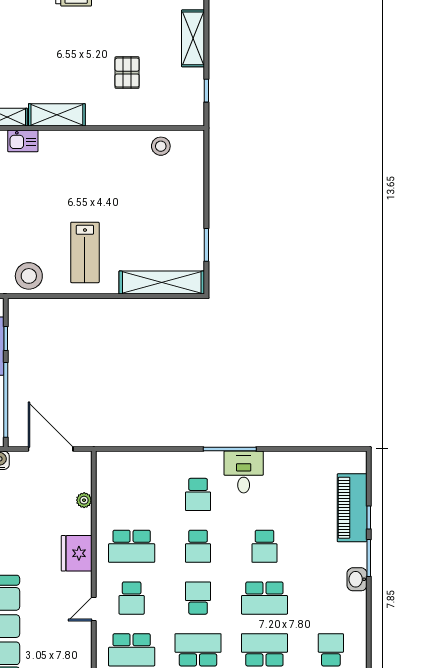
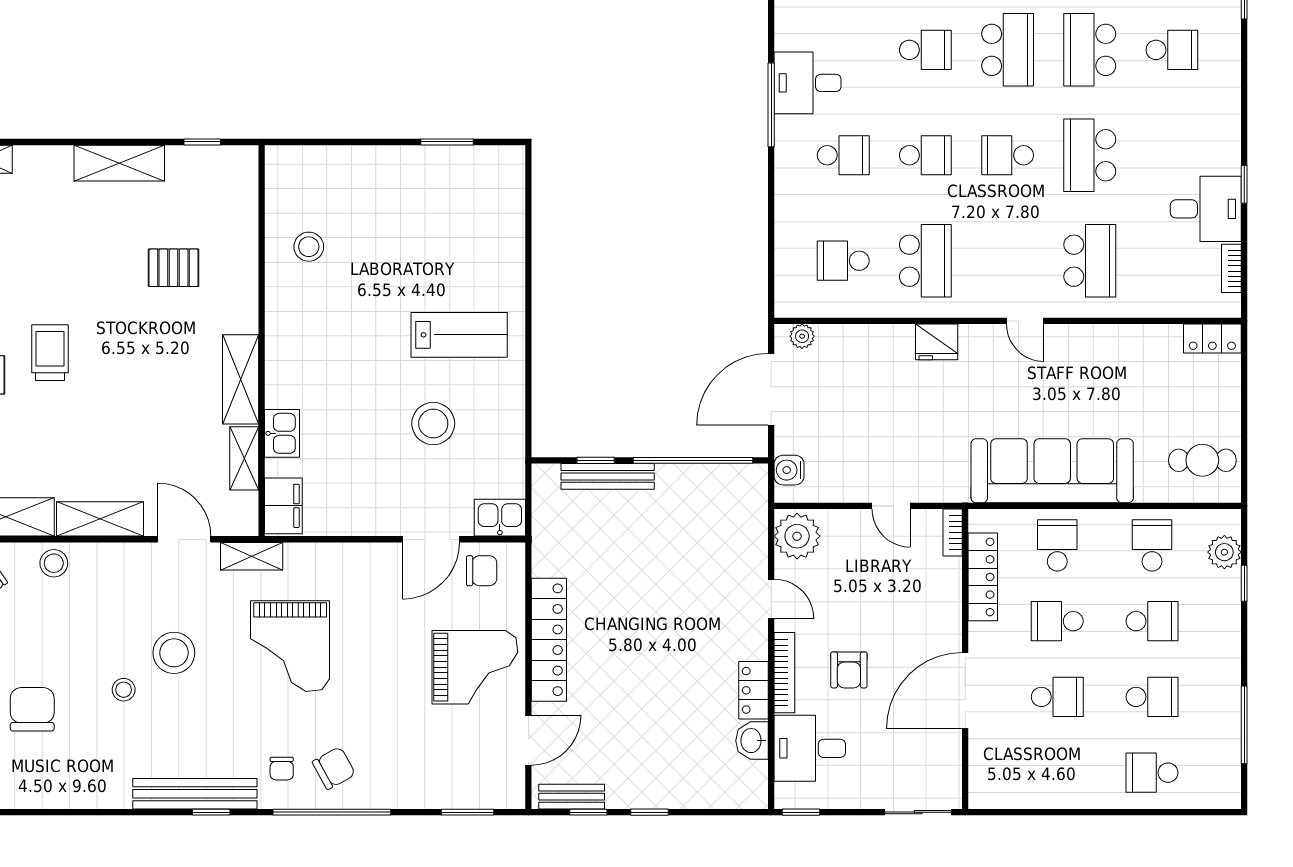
stool: (161, 146) -> (309, 247), moved
stool: (29, 276) -> (433, 424), moved
shelving: (162, 283) -> (507, 213), removed
plant: (84, 500) -> (802, 336), moved
fridge: (77, 553) -> (937, 342), width x0.73, depth x0.75
school desk: (132, 598) -> (843, 261), moved, turned 180

